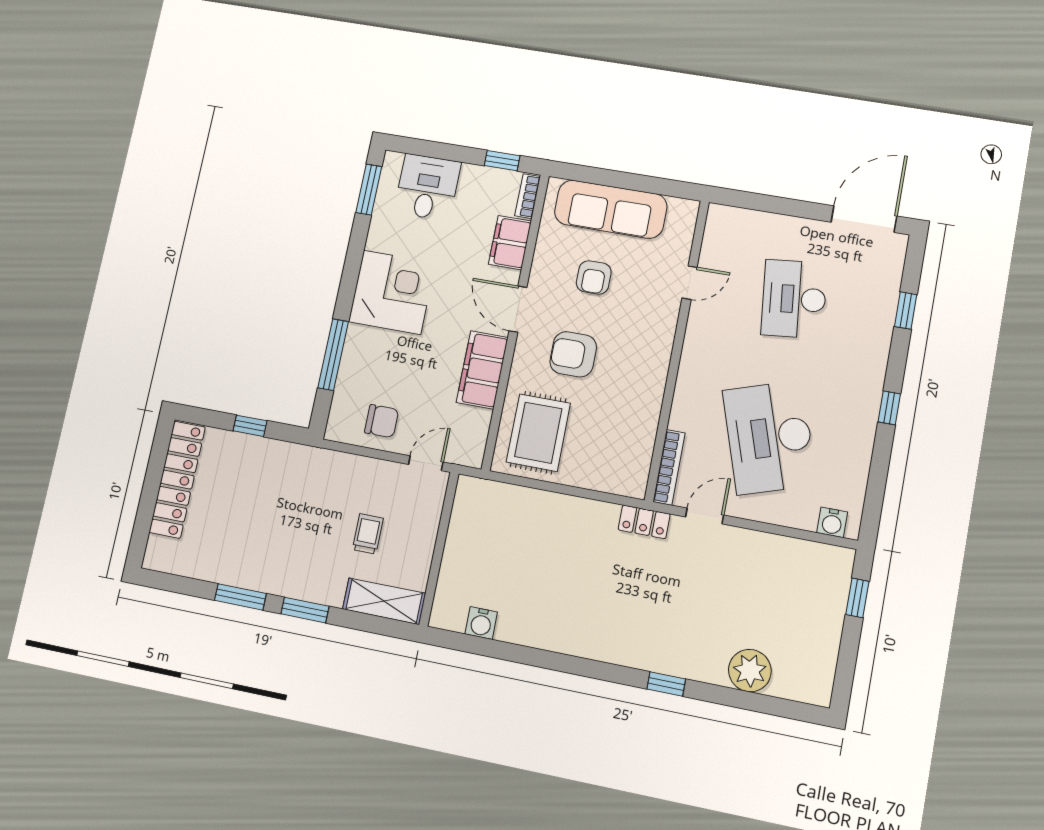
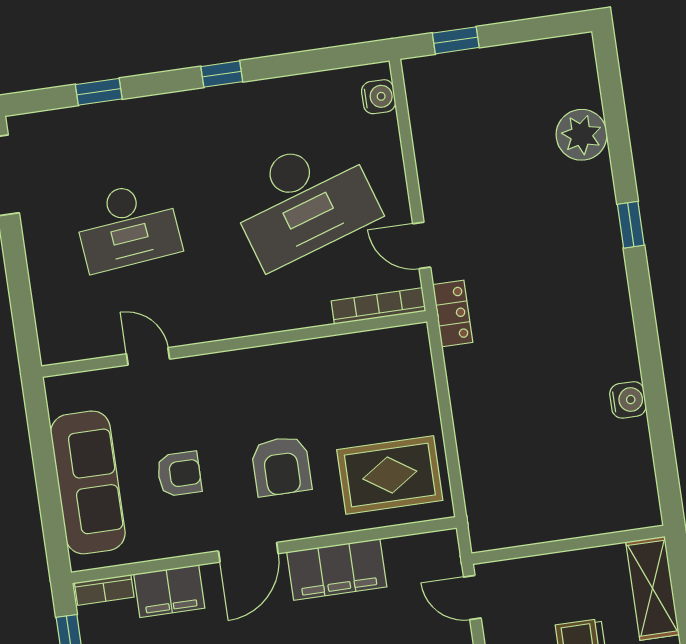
water cooler: (481, 623) -> (628, 400), moved

